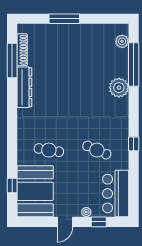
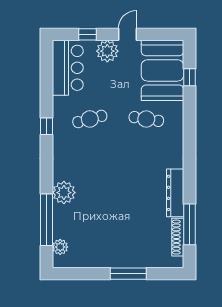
cafe table: (97, 150) -> (90, 119), turned -39
plant: (86, 212) -> (107, 51), width x1.87, depth x1.87

